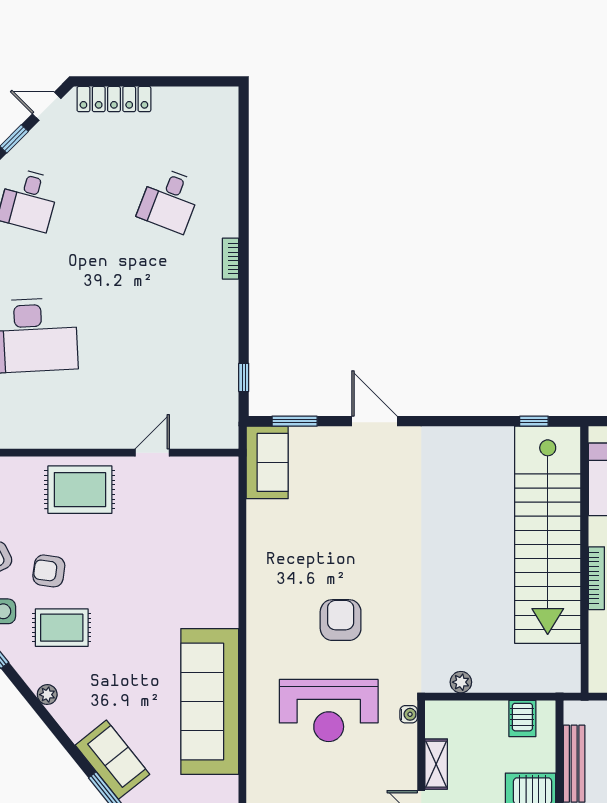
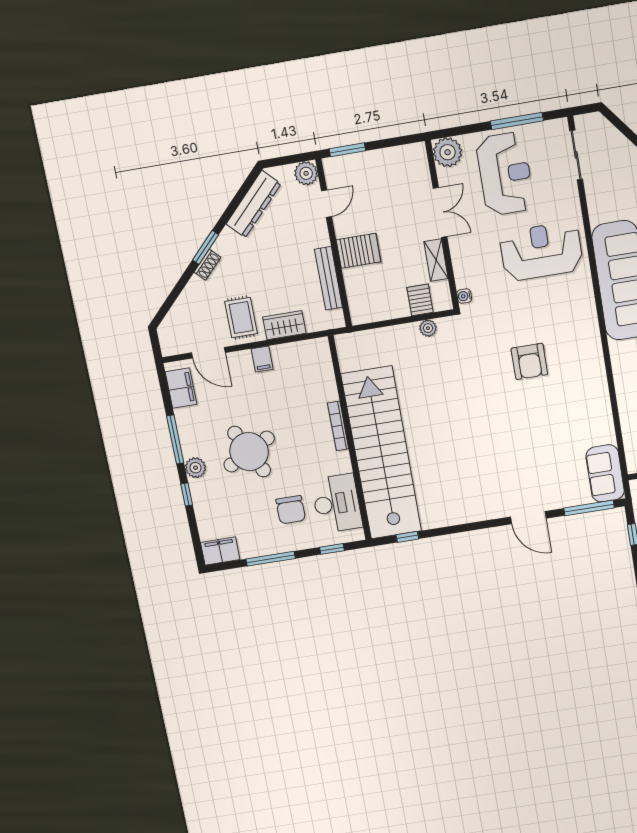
window: (295, 421) -> (589, 508), width x1.44
reception desk: (329, 711) -> (541, 251), moved
server rack: (522, 718) -> (420, 300), moved

